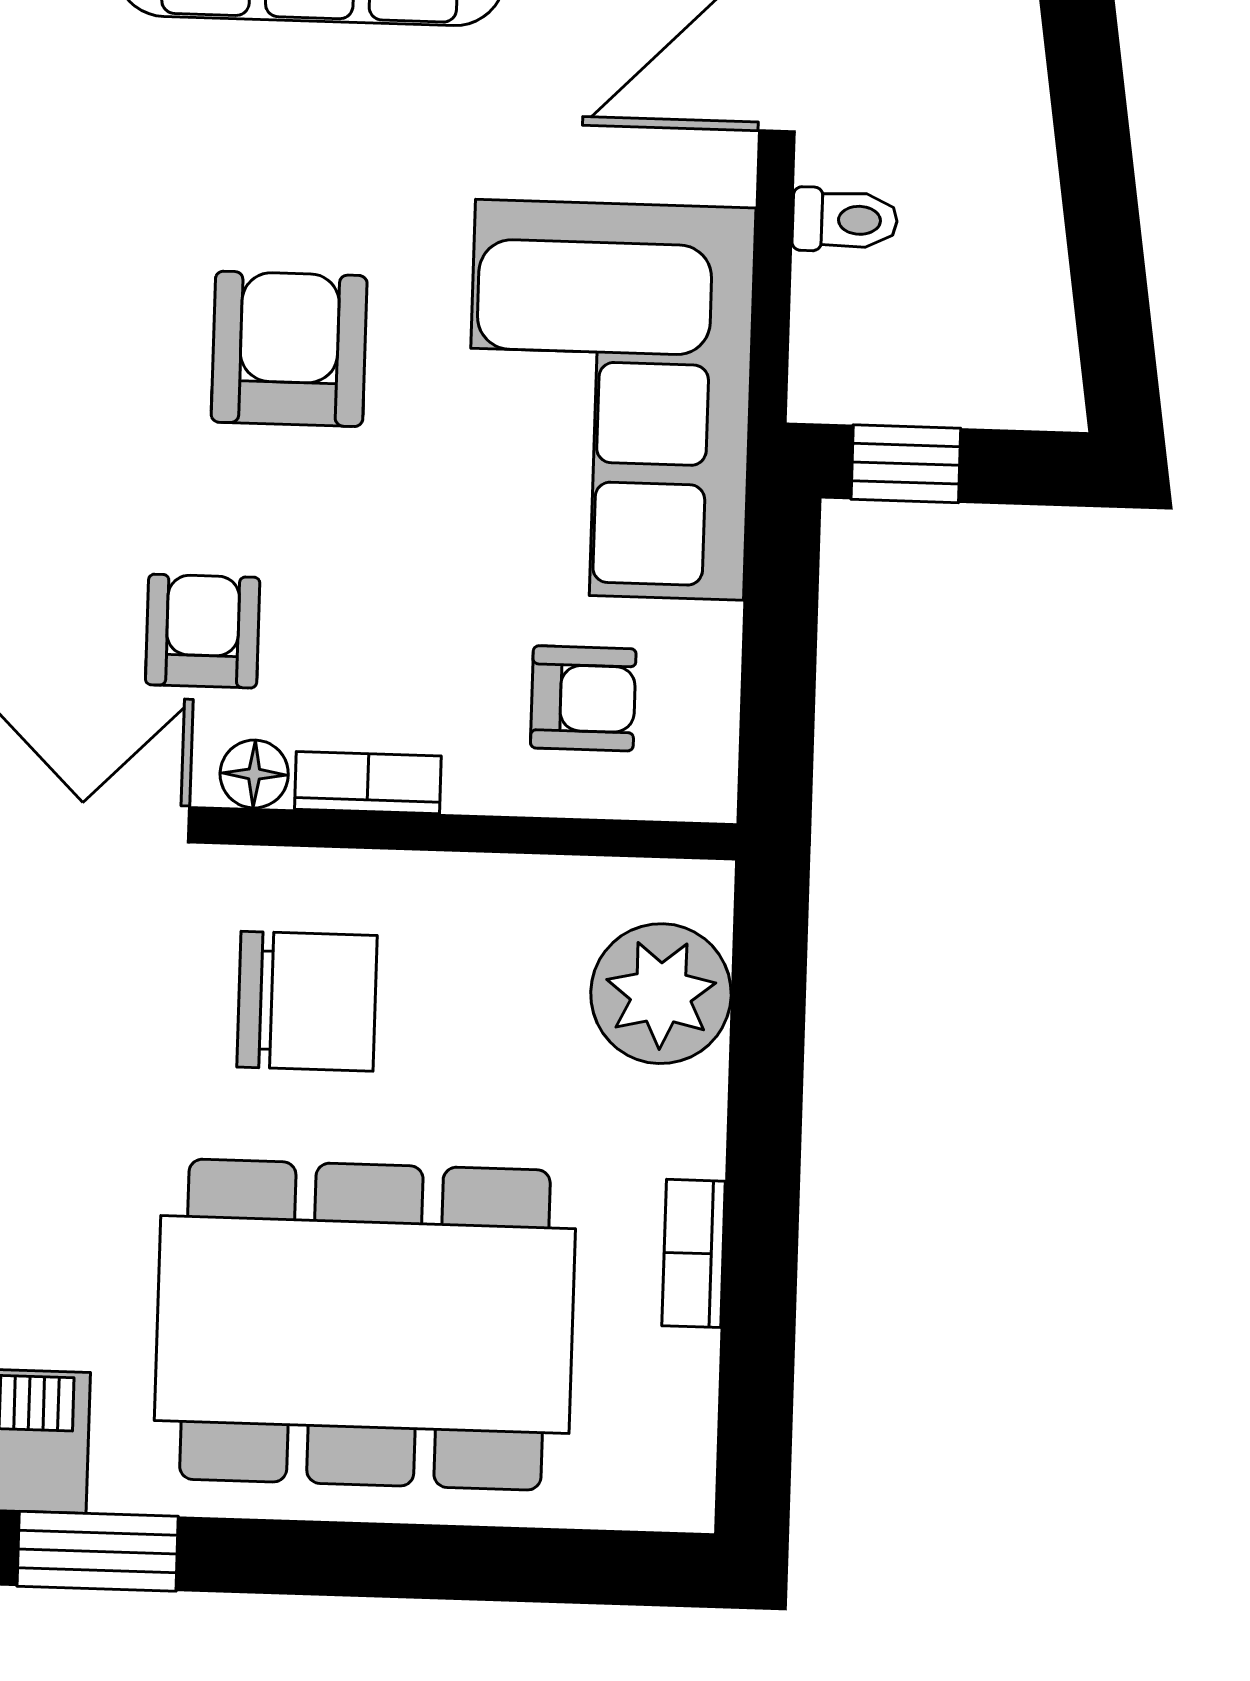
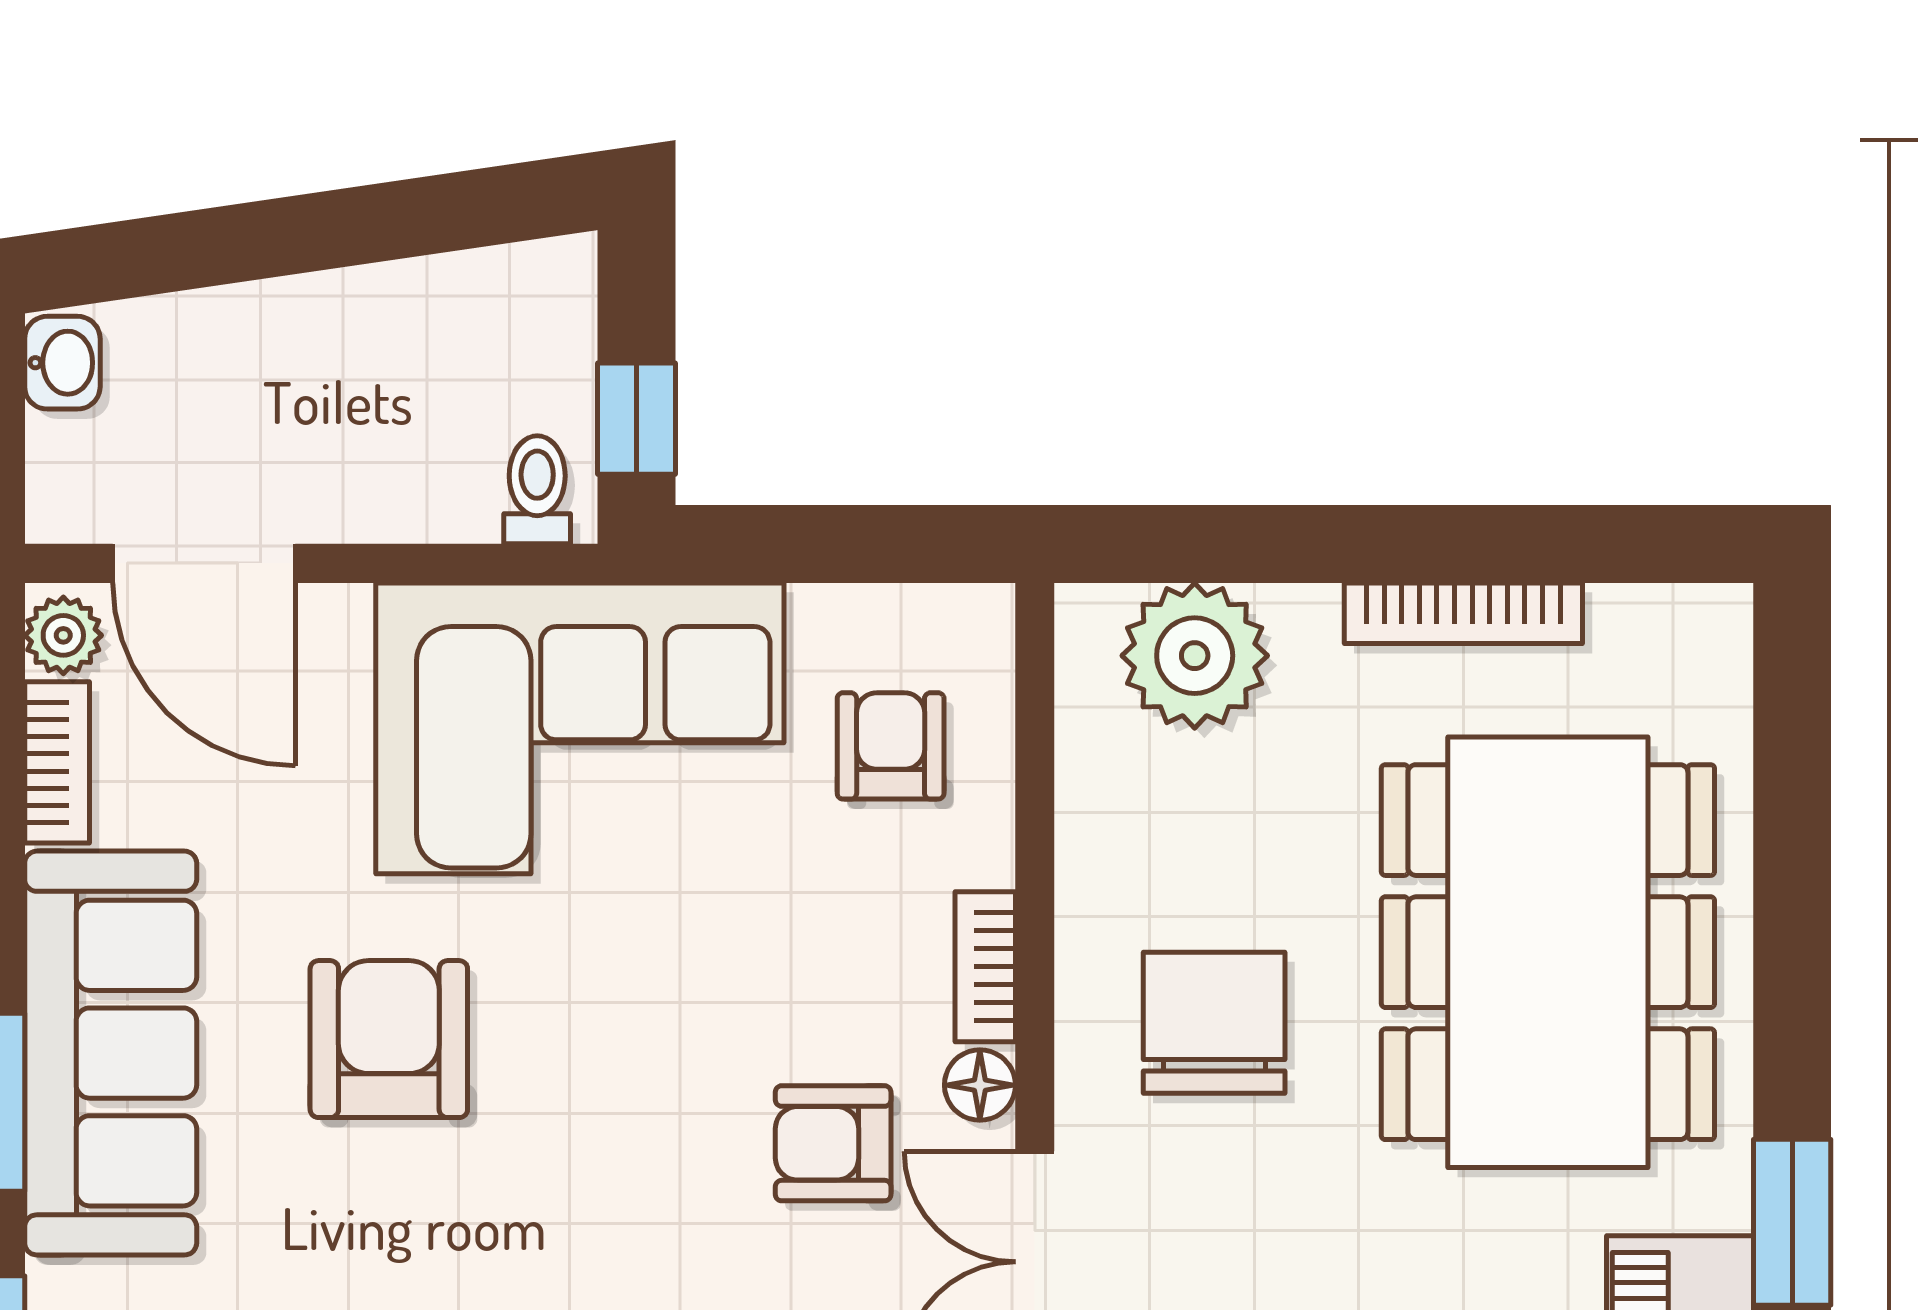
toilet: (845, 220) -> (537, 490), moved
armchair: (289, 349) -> (389, 1039), moved, turned 90
bookcase: (694, 1253) -> (1463, 613), width x1.56

